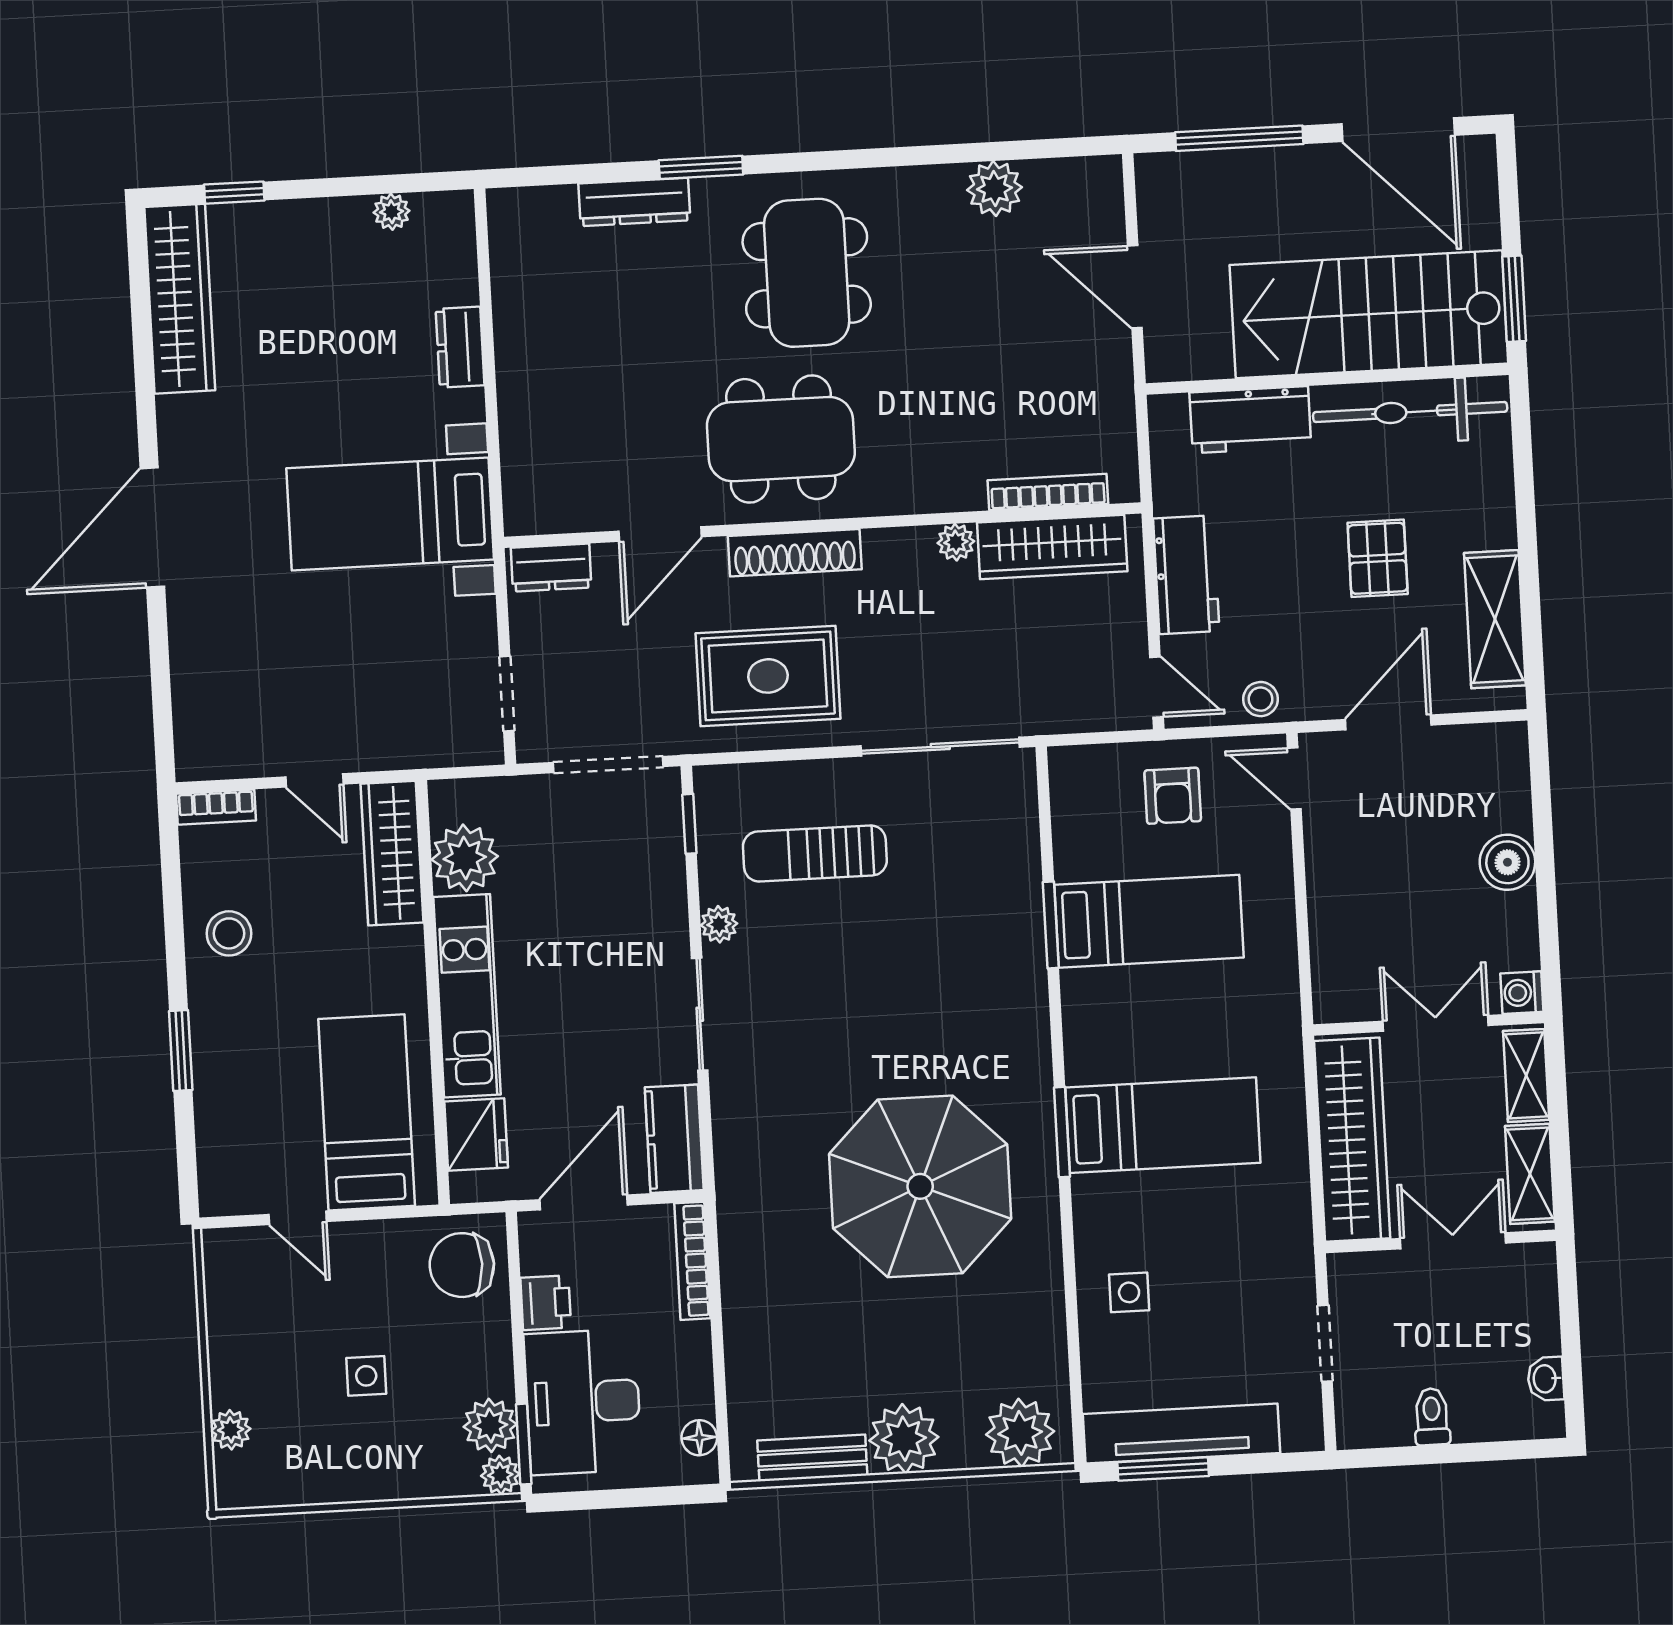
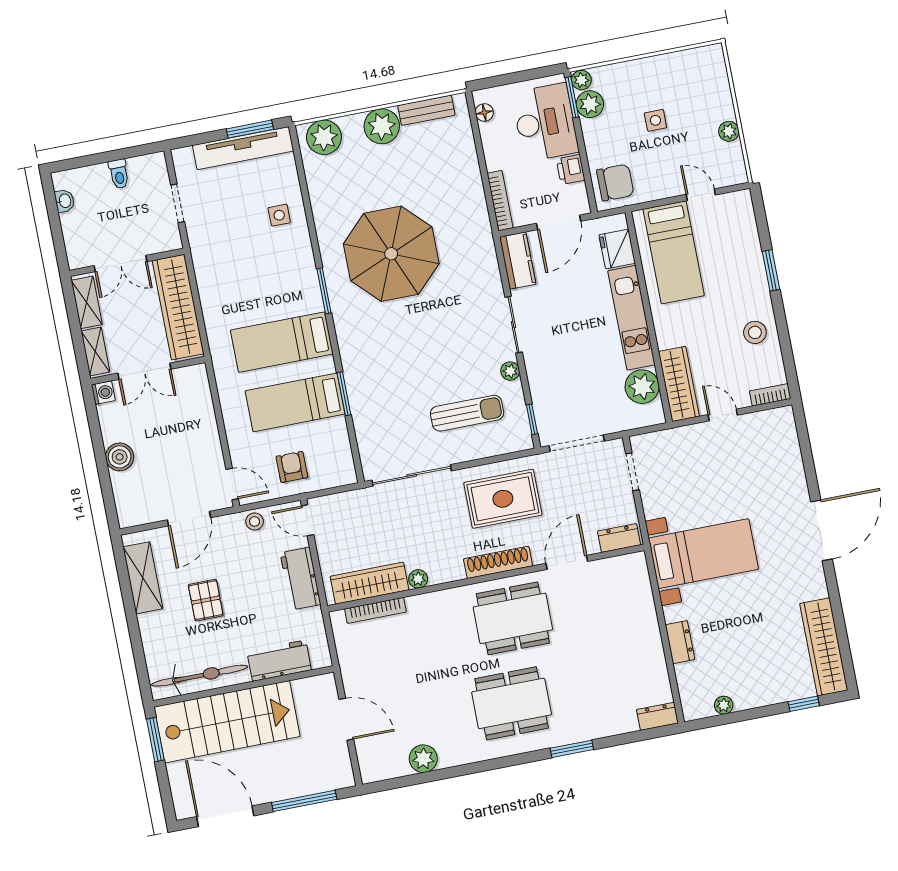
dresser: (634, 202) -> (657, 716), moved, width x0.70
dining table: (807, 273) -> (512, 703), turned 90
bed: (1163, 1125) -> (282, 342), moved
plant: (231, 1430) -> (729, 131), moved

